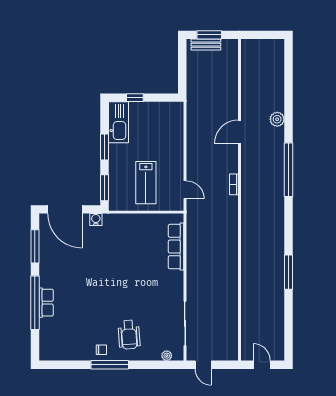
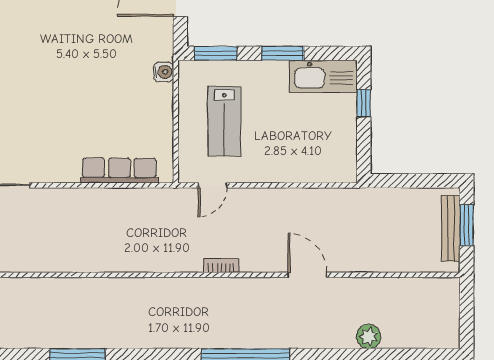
bench: (206, 45) -> (451, 228), width x1.36
plant: (277, 119) -> (369, 337), moved
lab bench: (146, 183) -> (224, 121), turned -90
water cooler: (96, 220) -> (164, 72), moved

